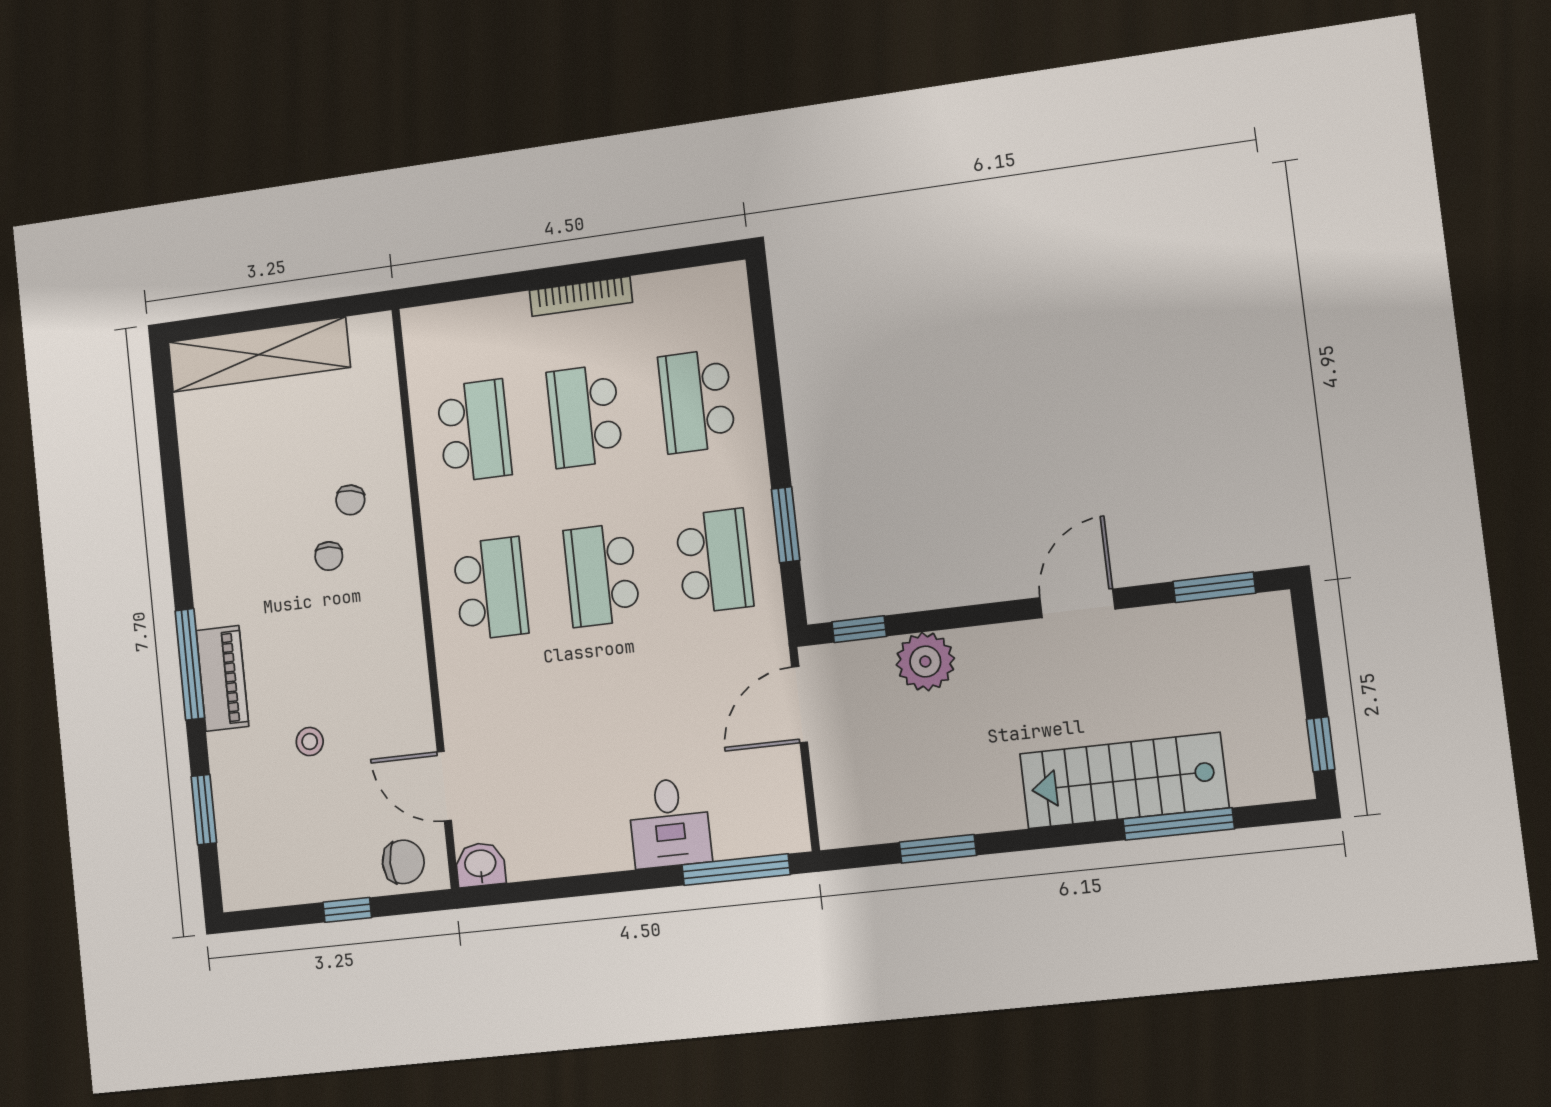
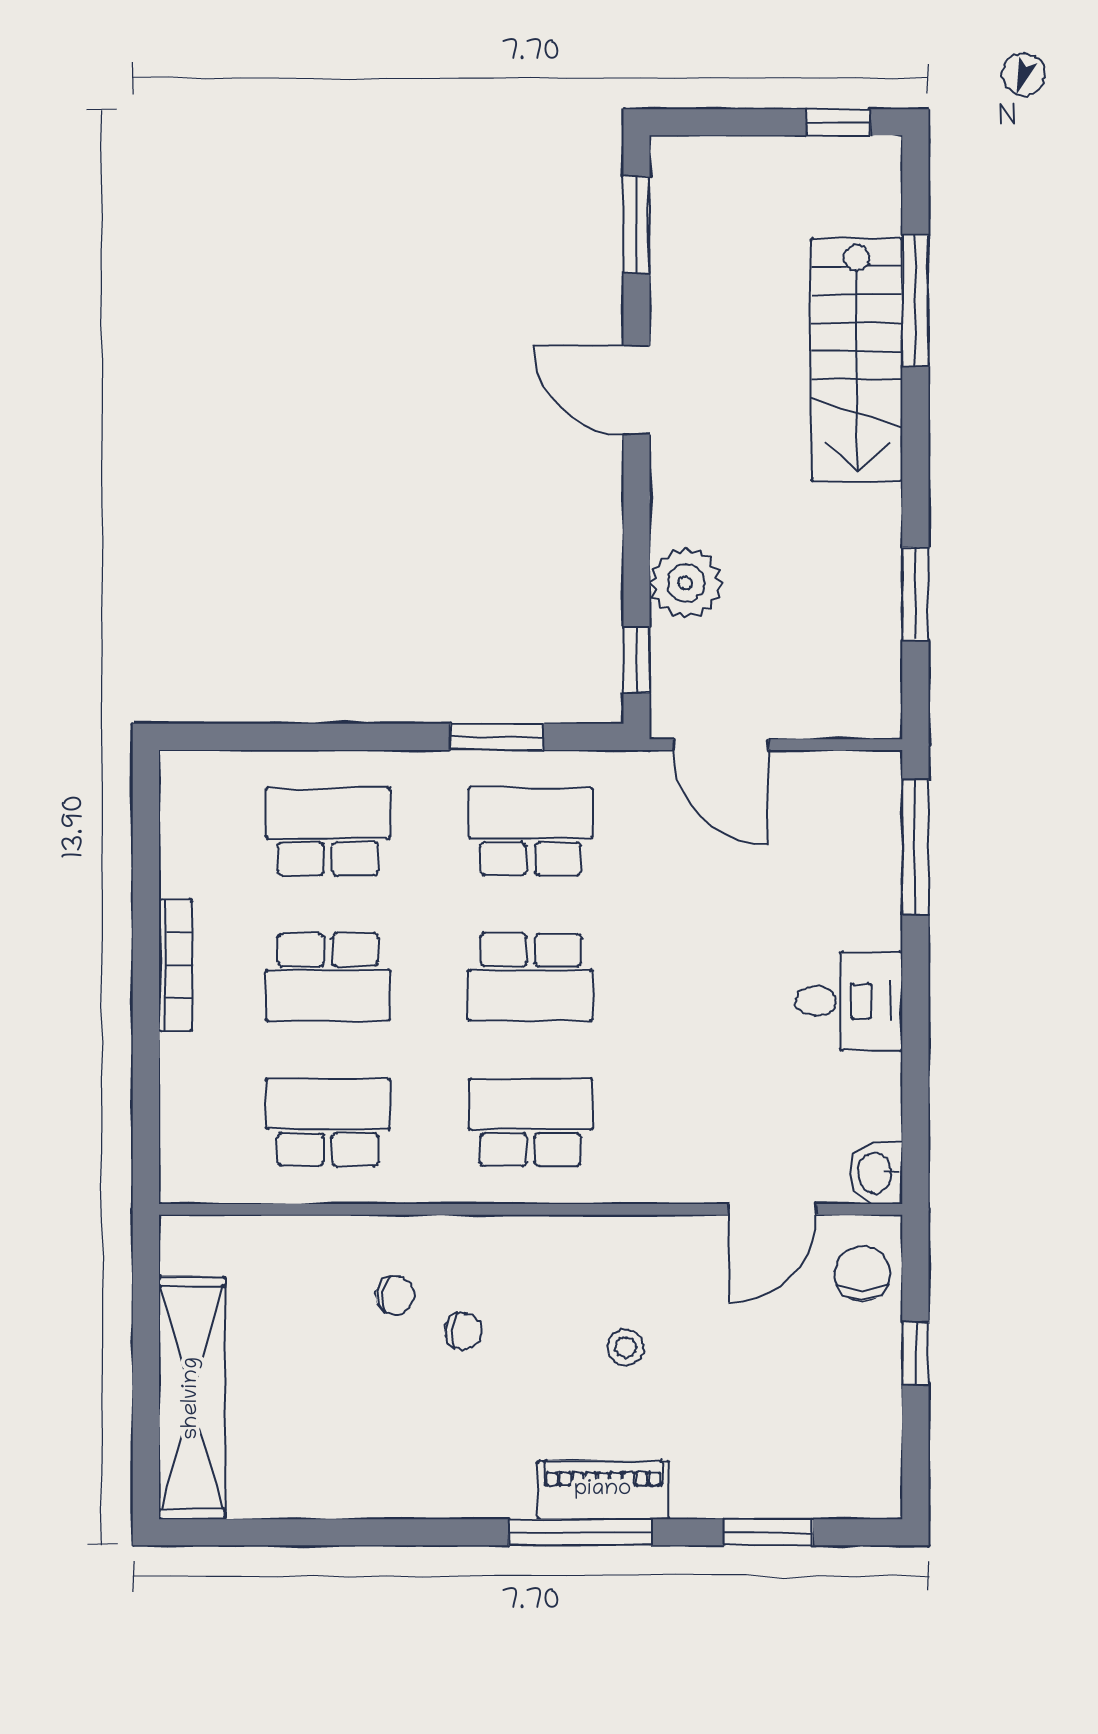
school desk: (697, 401) -> (328, 832), turned 180
stool: (310, 742) -> (626, 1347), moved
desk: (670, 823) -> (849, 1001), moved

